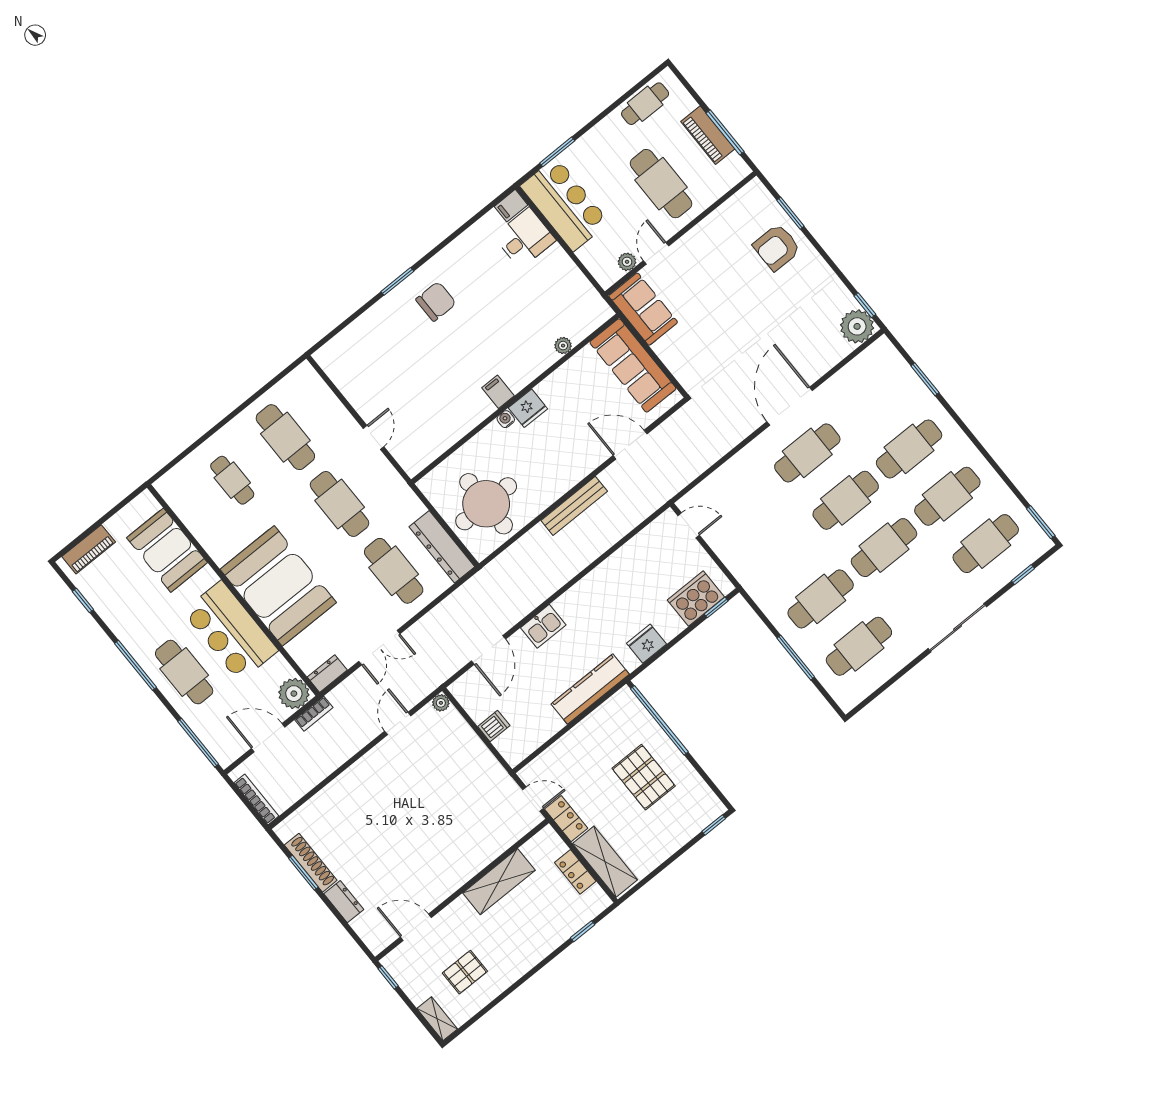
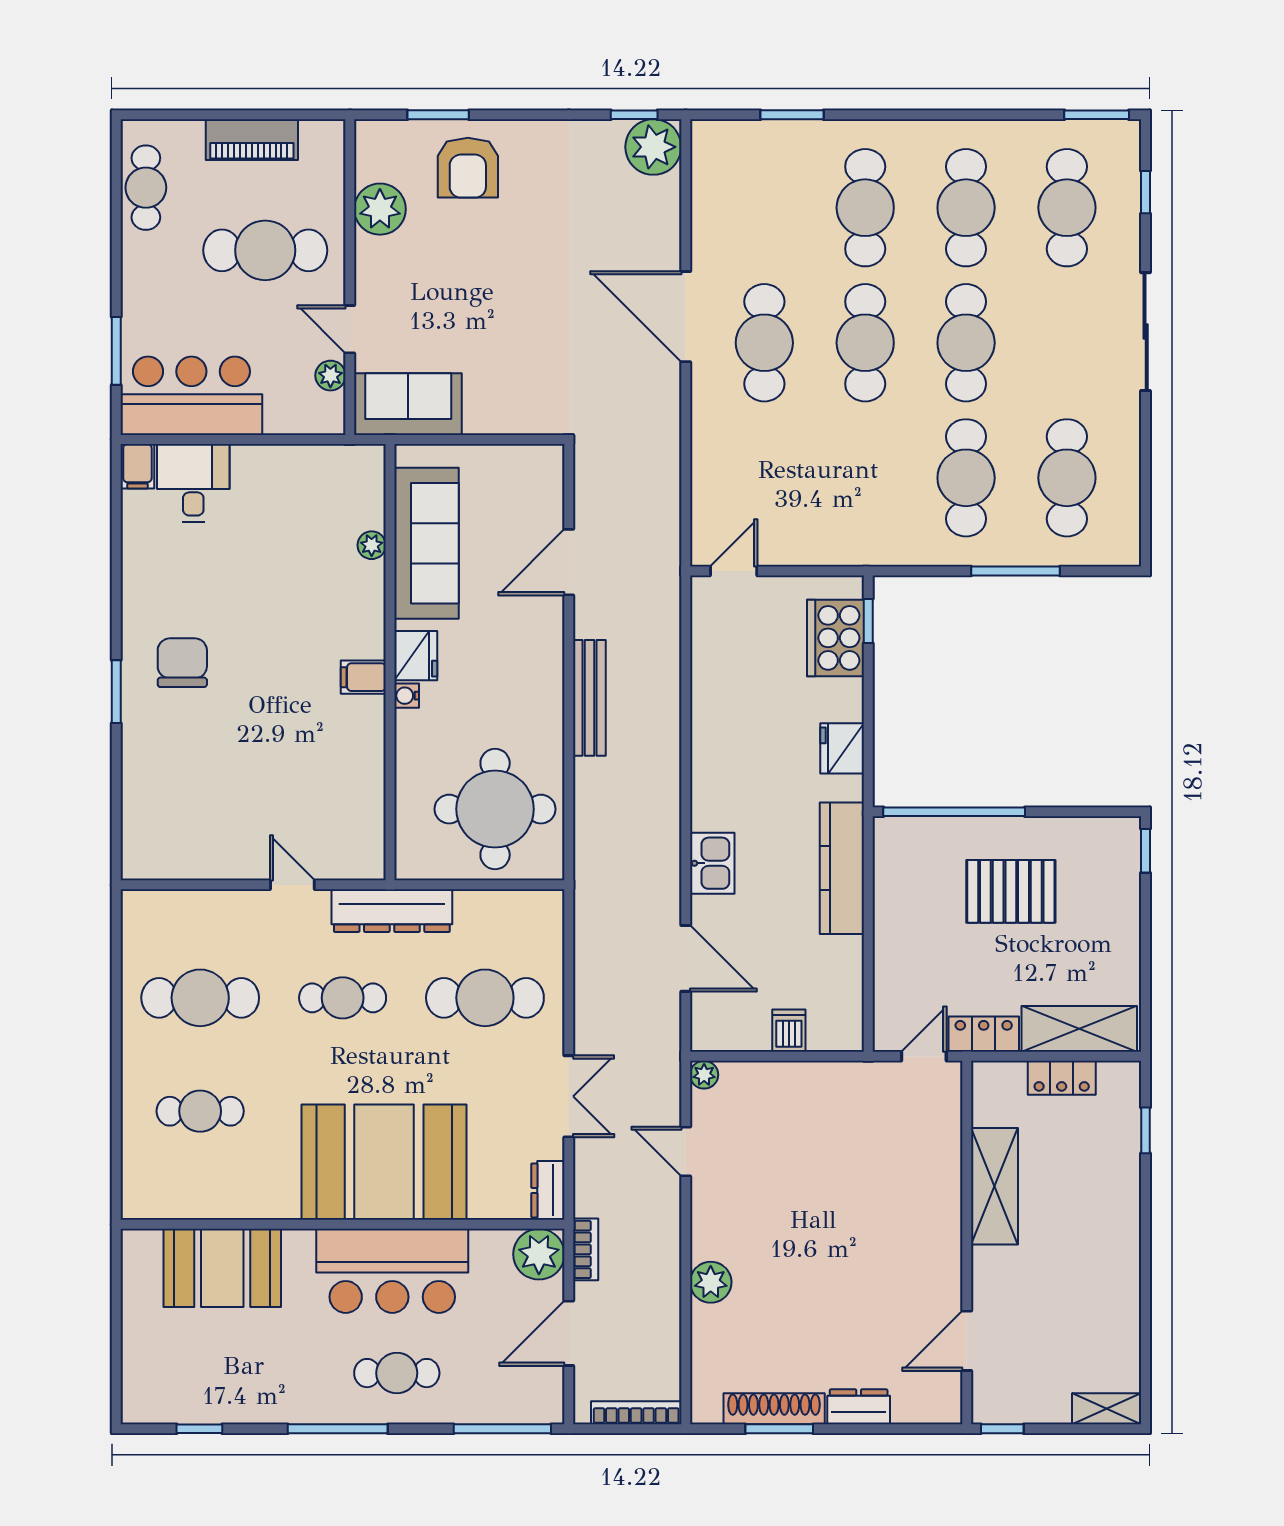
window: (725, 132) -> (266, 115), removed
plant: (724, 222) -> (380, 209), added
sofa: (633, 365) -> (427, 543), moved, turned -90
cafe table: (340, 504) -> (343, 998), width x0.73, depth x0.74
dresser: (442, 547) -> (392, 911), moved
piano: (89, 549) -> (139, 1368), removed
cafe table: (184, 672) -> (397, 1373), width x0.73, depth x0.74
plant: (346, 785) -> (711, 1282), added
pallet: (465, 972) -> (1076, 1324), removed

